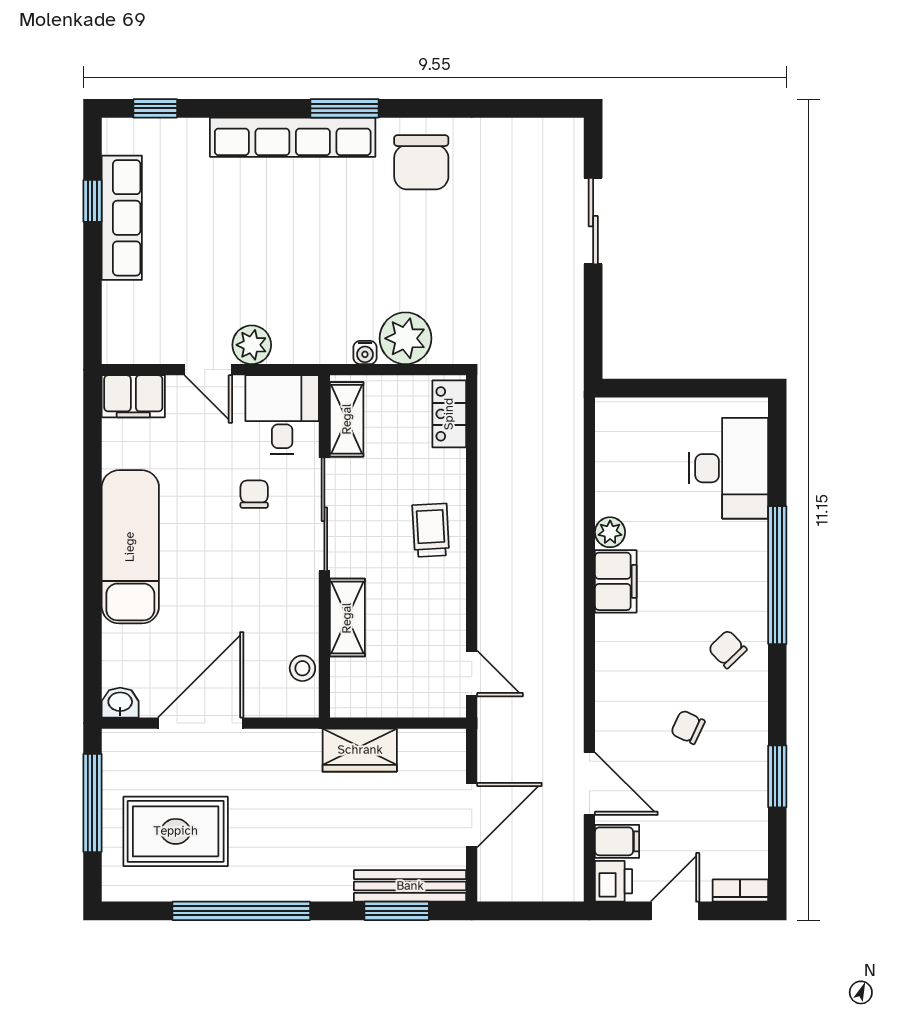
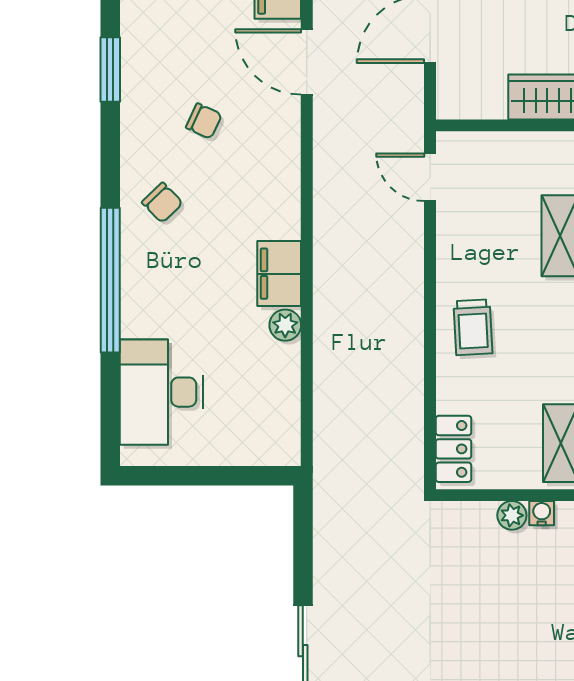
plant: (405, 338) -> (512, 515), width x0.53, depth x0.53

